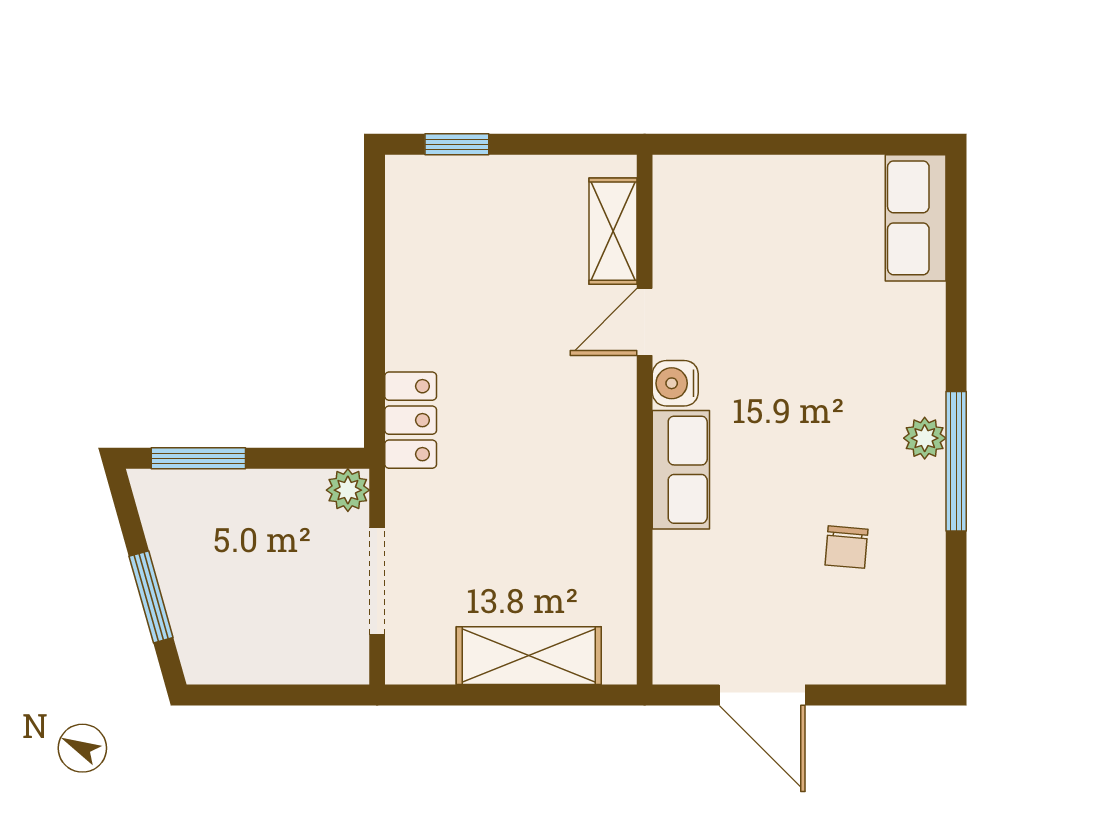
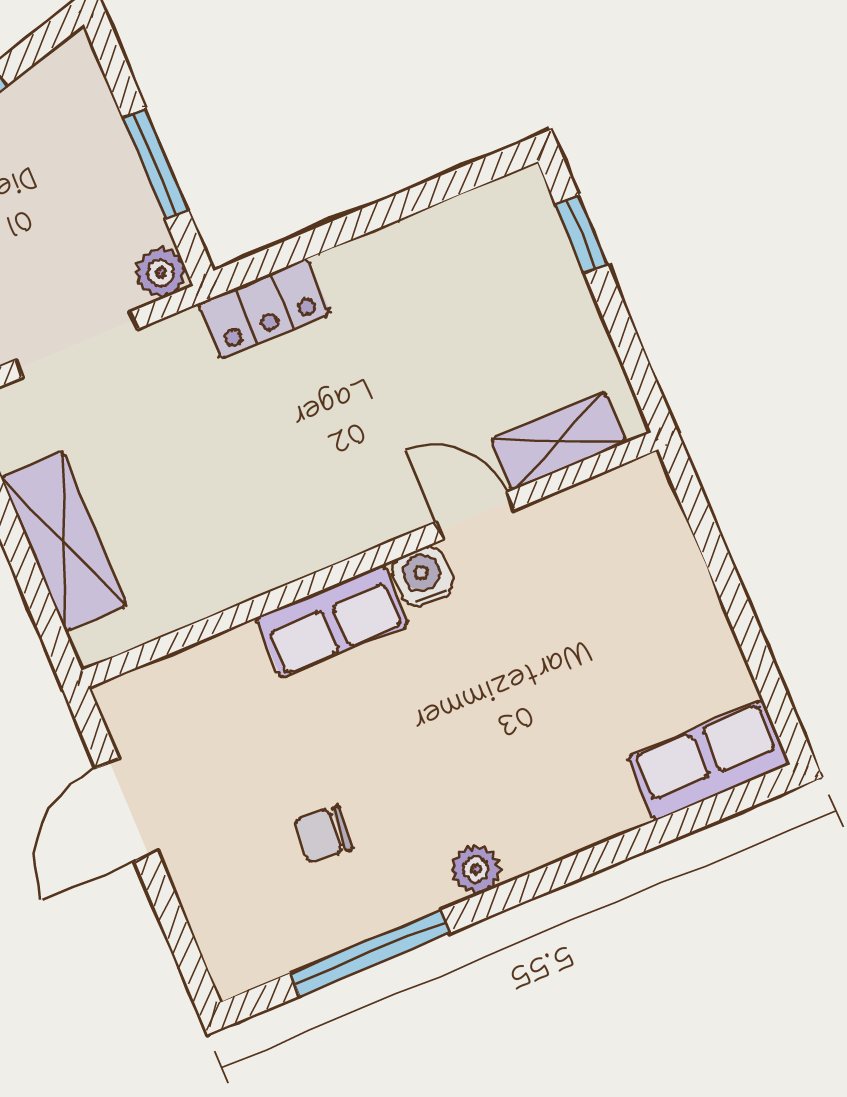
window: (198, 458) -> (155, 164), moved
window: (956, 461) -> (371, 953), moved

